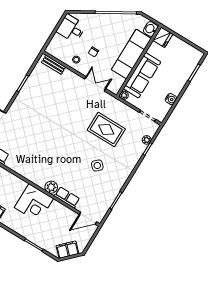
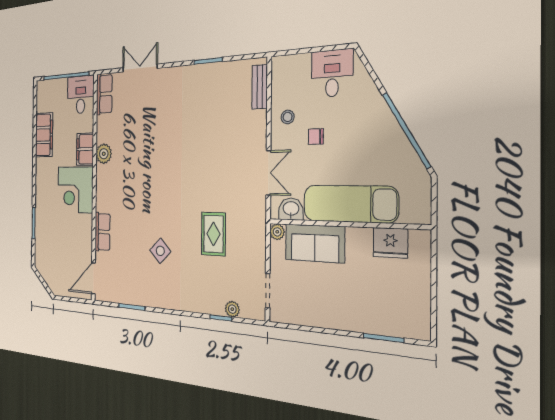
washbasin: (151, 29) -> (291, 209), moved
fridge: (163, 37) -> (390, 243), moved
sofa: (142, 75) -> (315, 243), width x0.73
water cooler: (171, 99) -> (315, 318), removed
rug: (106, 129) -> (213, 234), width x0.73, depth x0.70
plant: (51, 187) -> (104, 154), moved
door: (88, 218) -> (93, 278), hinge flipped
filing cabinet: (67, 250) -> (85, 149), moved, turned -135

